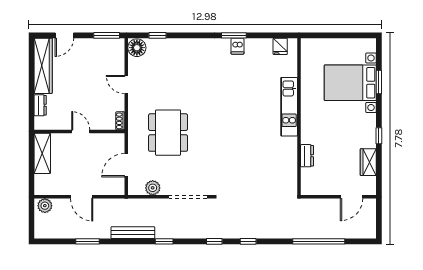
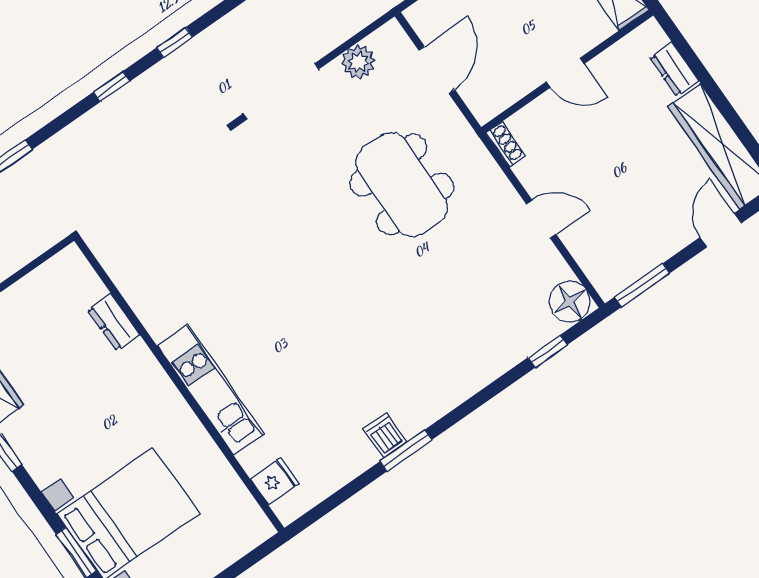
fridge: (280, 46) -> (275, 481), moved, turned 90

